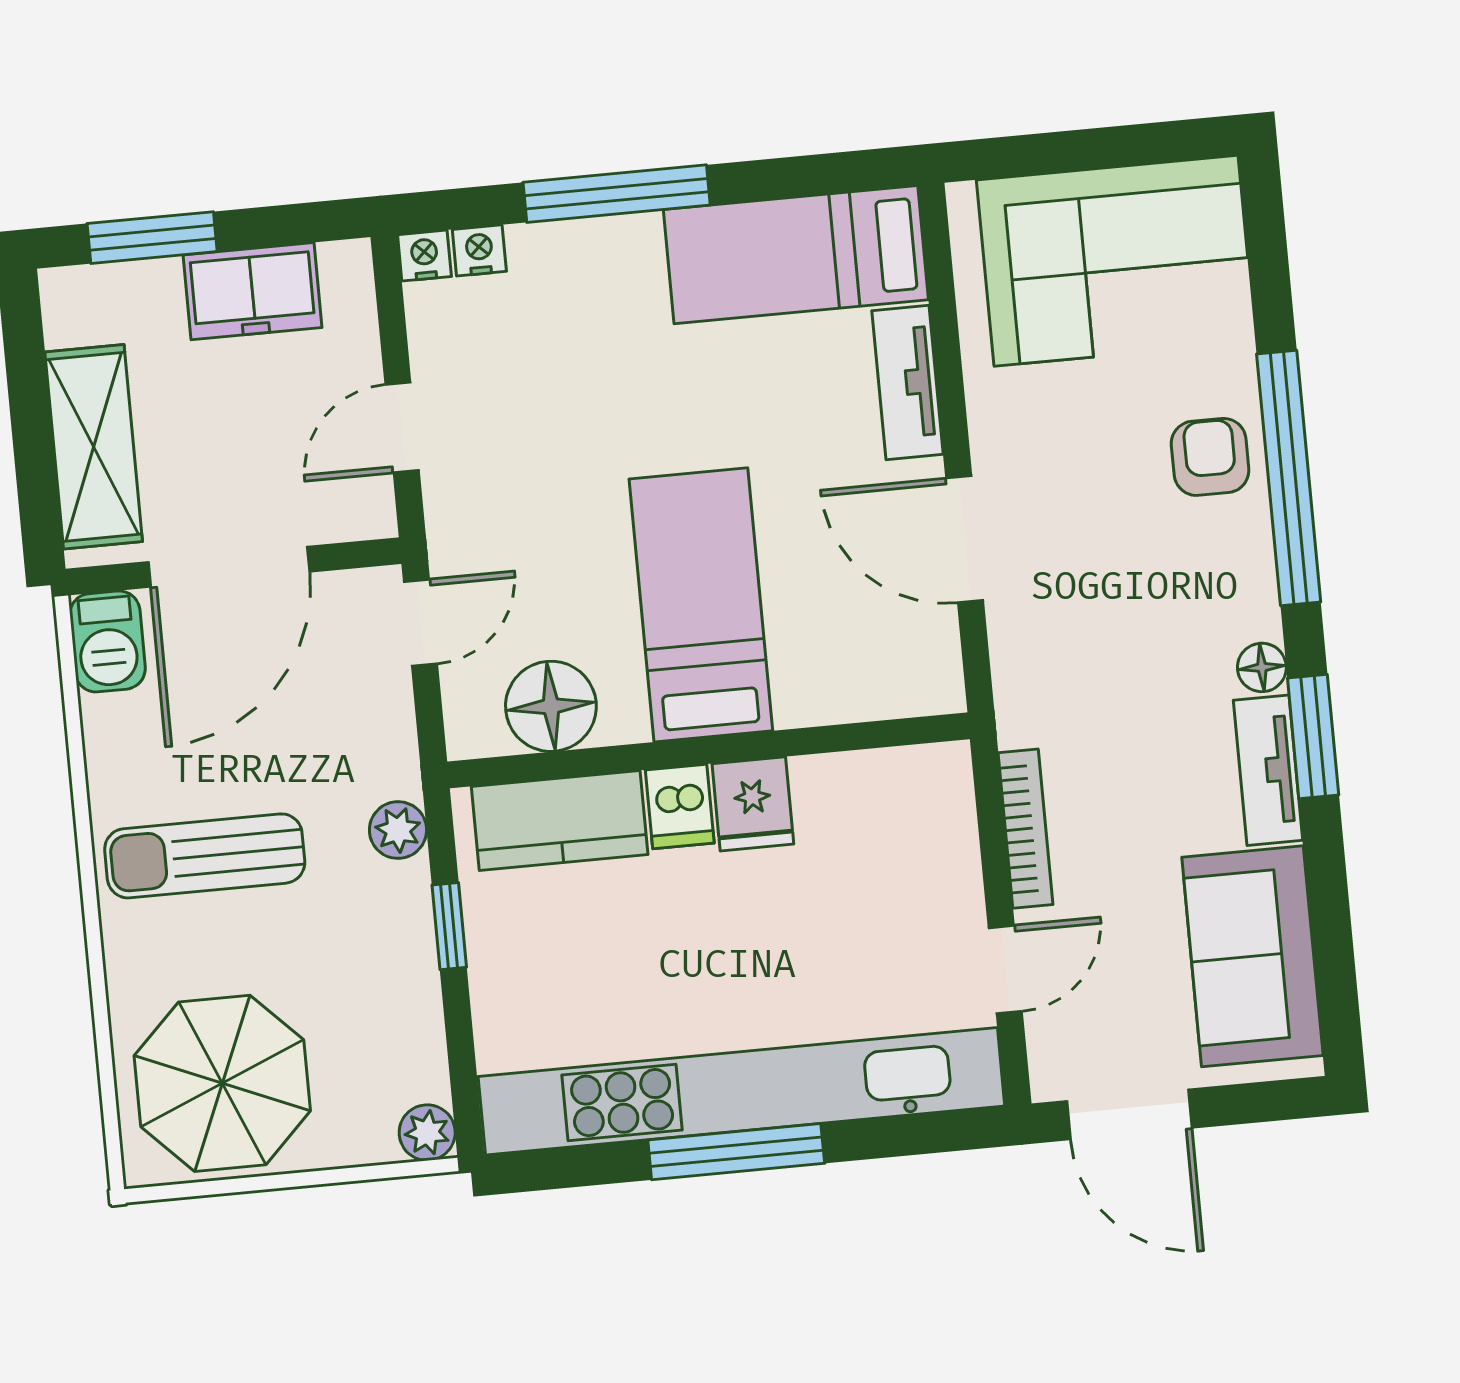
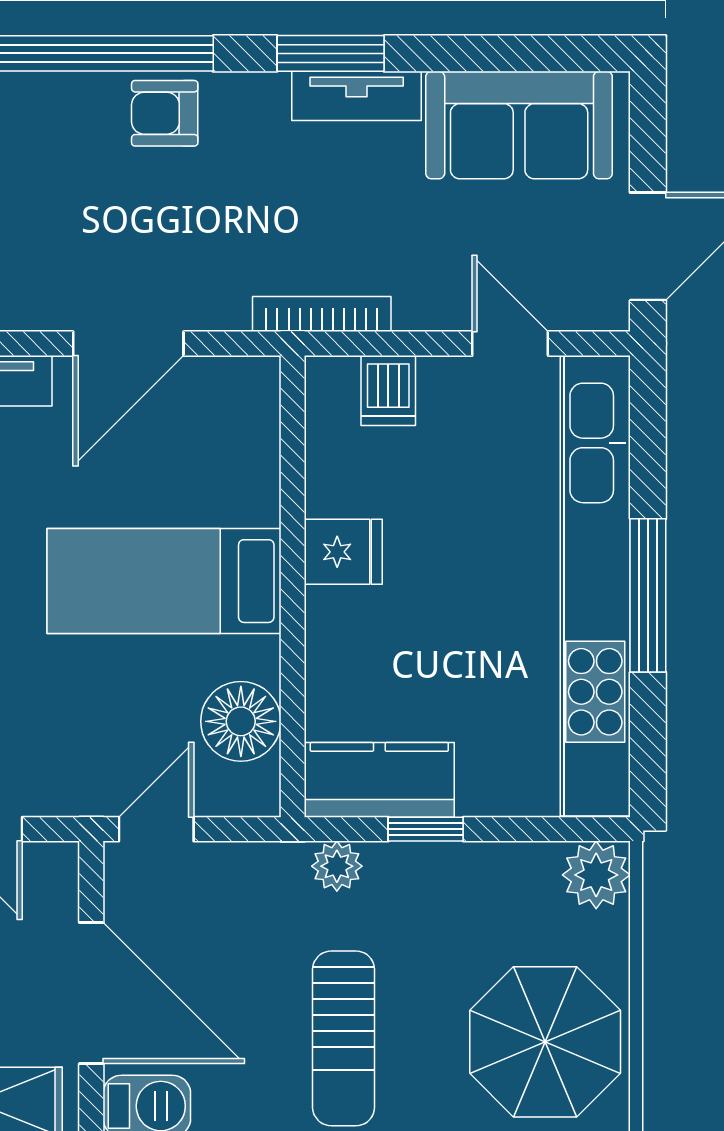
armchair: (1210, 457) -> (165, 113), moved
door: (420, 623) -> (156, 829), hinge flipped
floor lamp: (1262, 667) -> (266, 93), removed
dishwasher: (680, 806) -> (388, 391), moved, turned 90
kitchen counter: (560, 820) -> (379, 780), moved, turned -90
bookcase: (1026, 829) -> (322, 314), moved
plant: (427, 1133) -> (596, 875), width x1.38, depth x1.38

